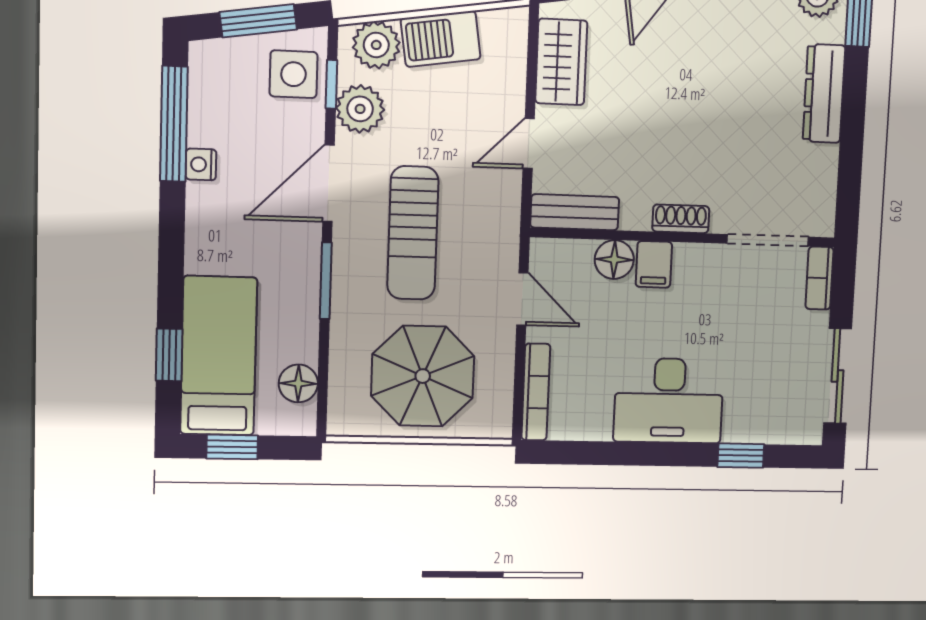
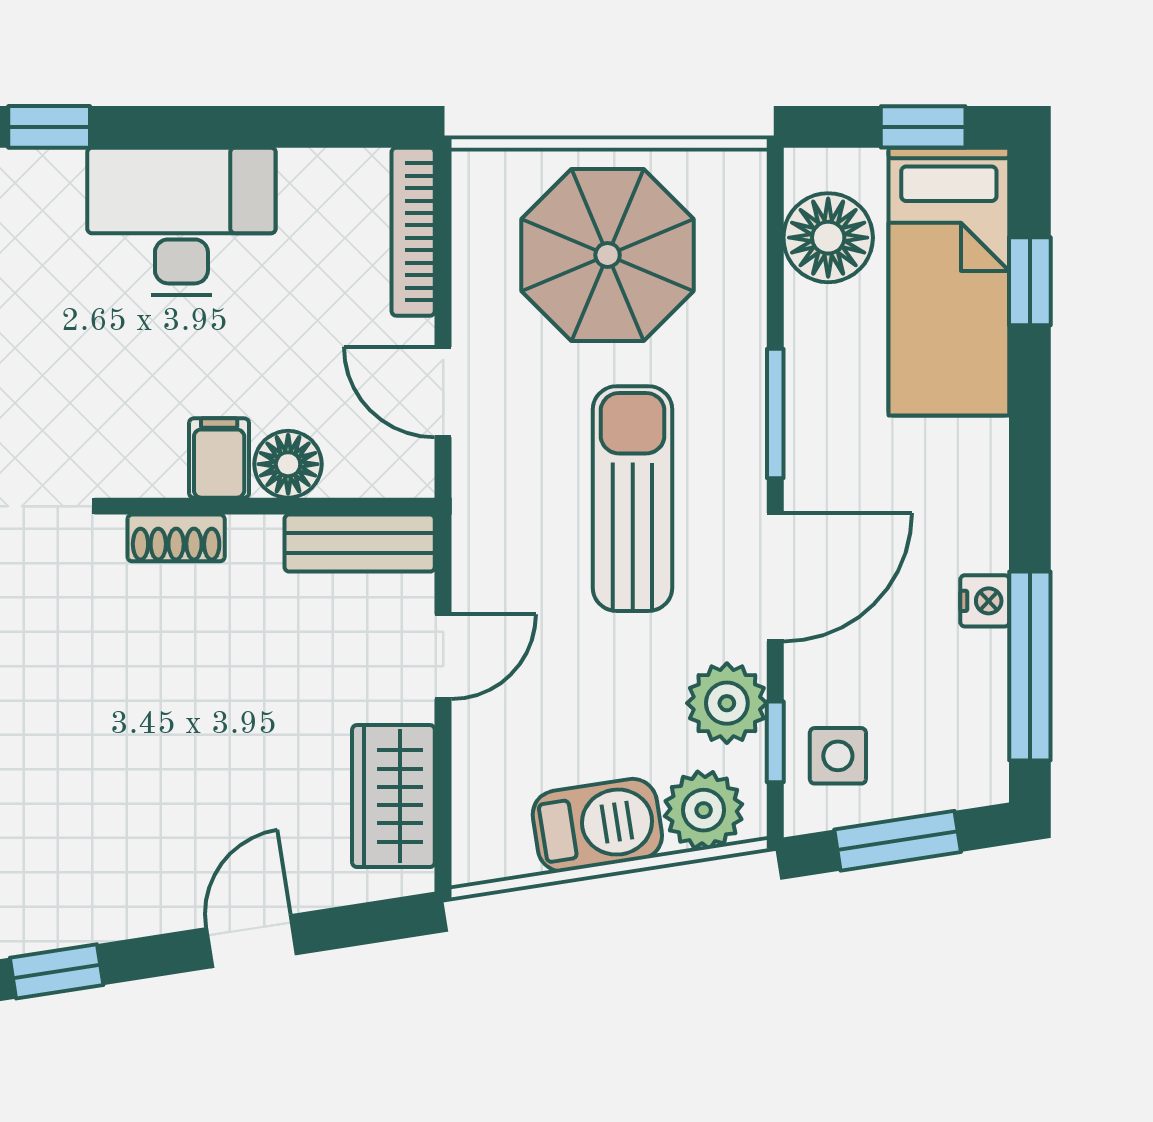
side table: (293, 74) -> (838, 756), width x0.73, depth x0.73
floor lamp: (298, 383) -> (828, 238), width x1.38, depth x1.38

